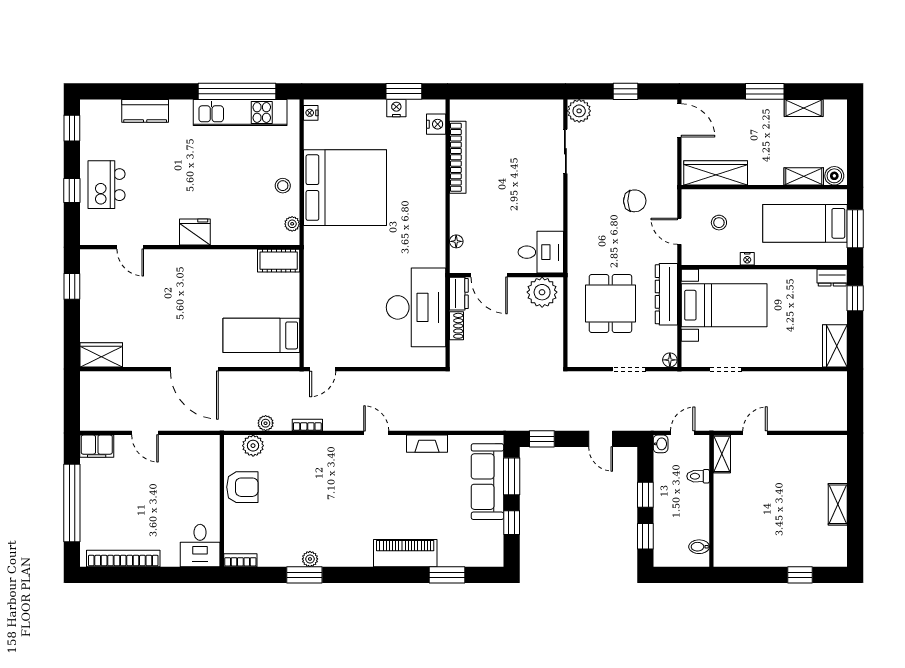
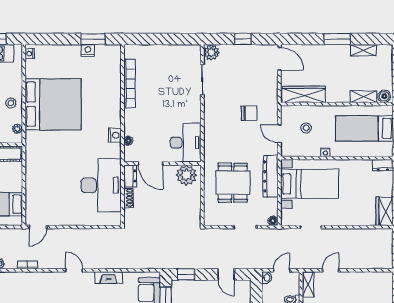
nightstand: (436, 124) -> (115, 135), moved
desk: (541, 252) -> (186, 143), width x1.37

